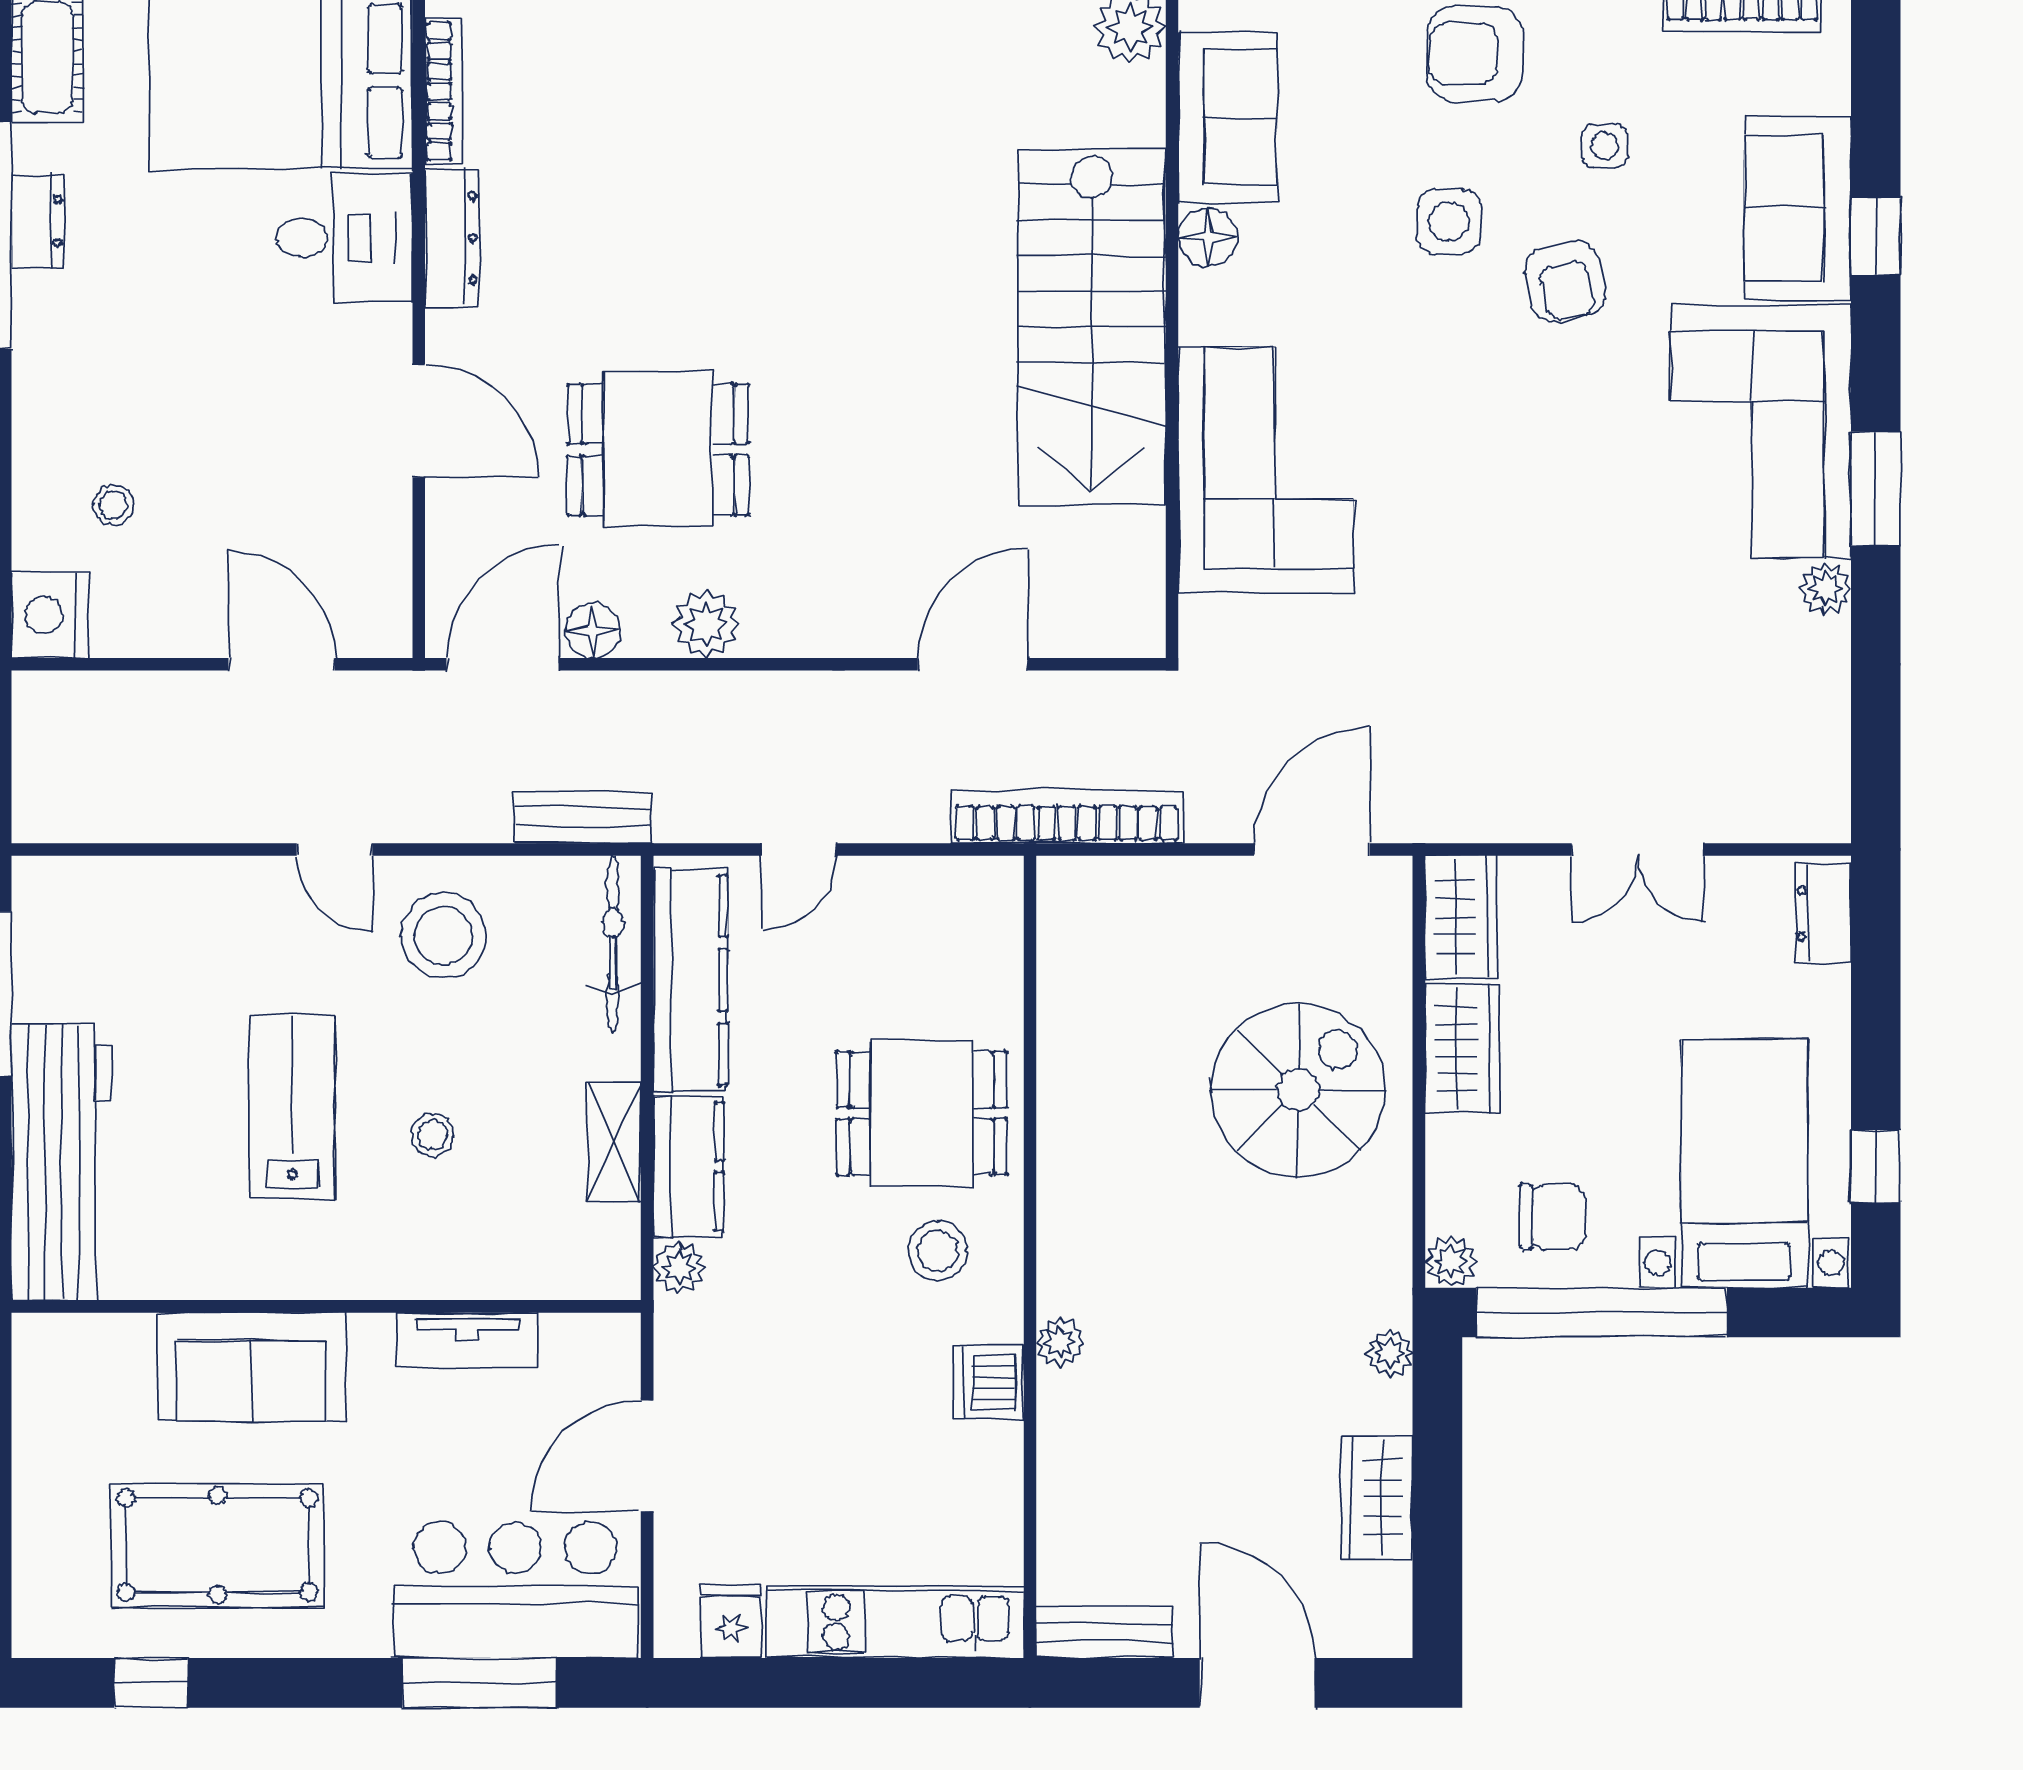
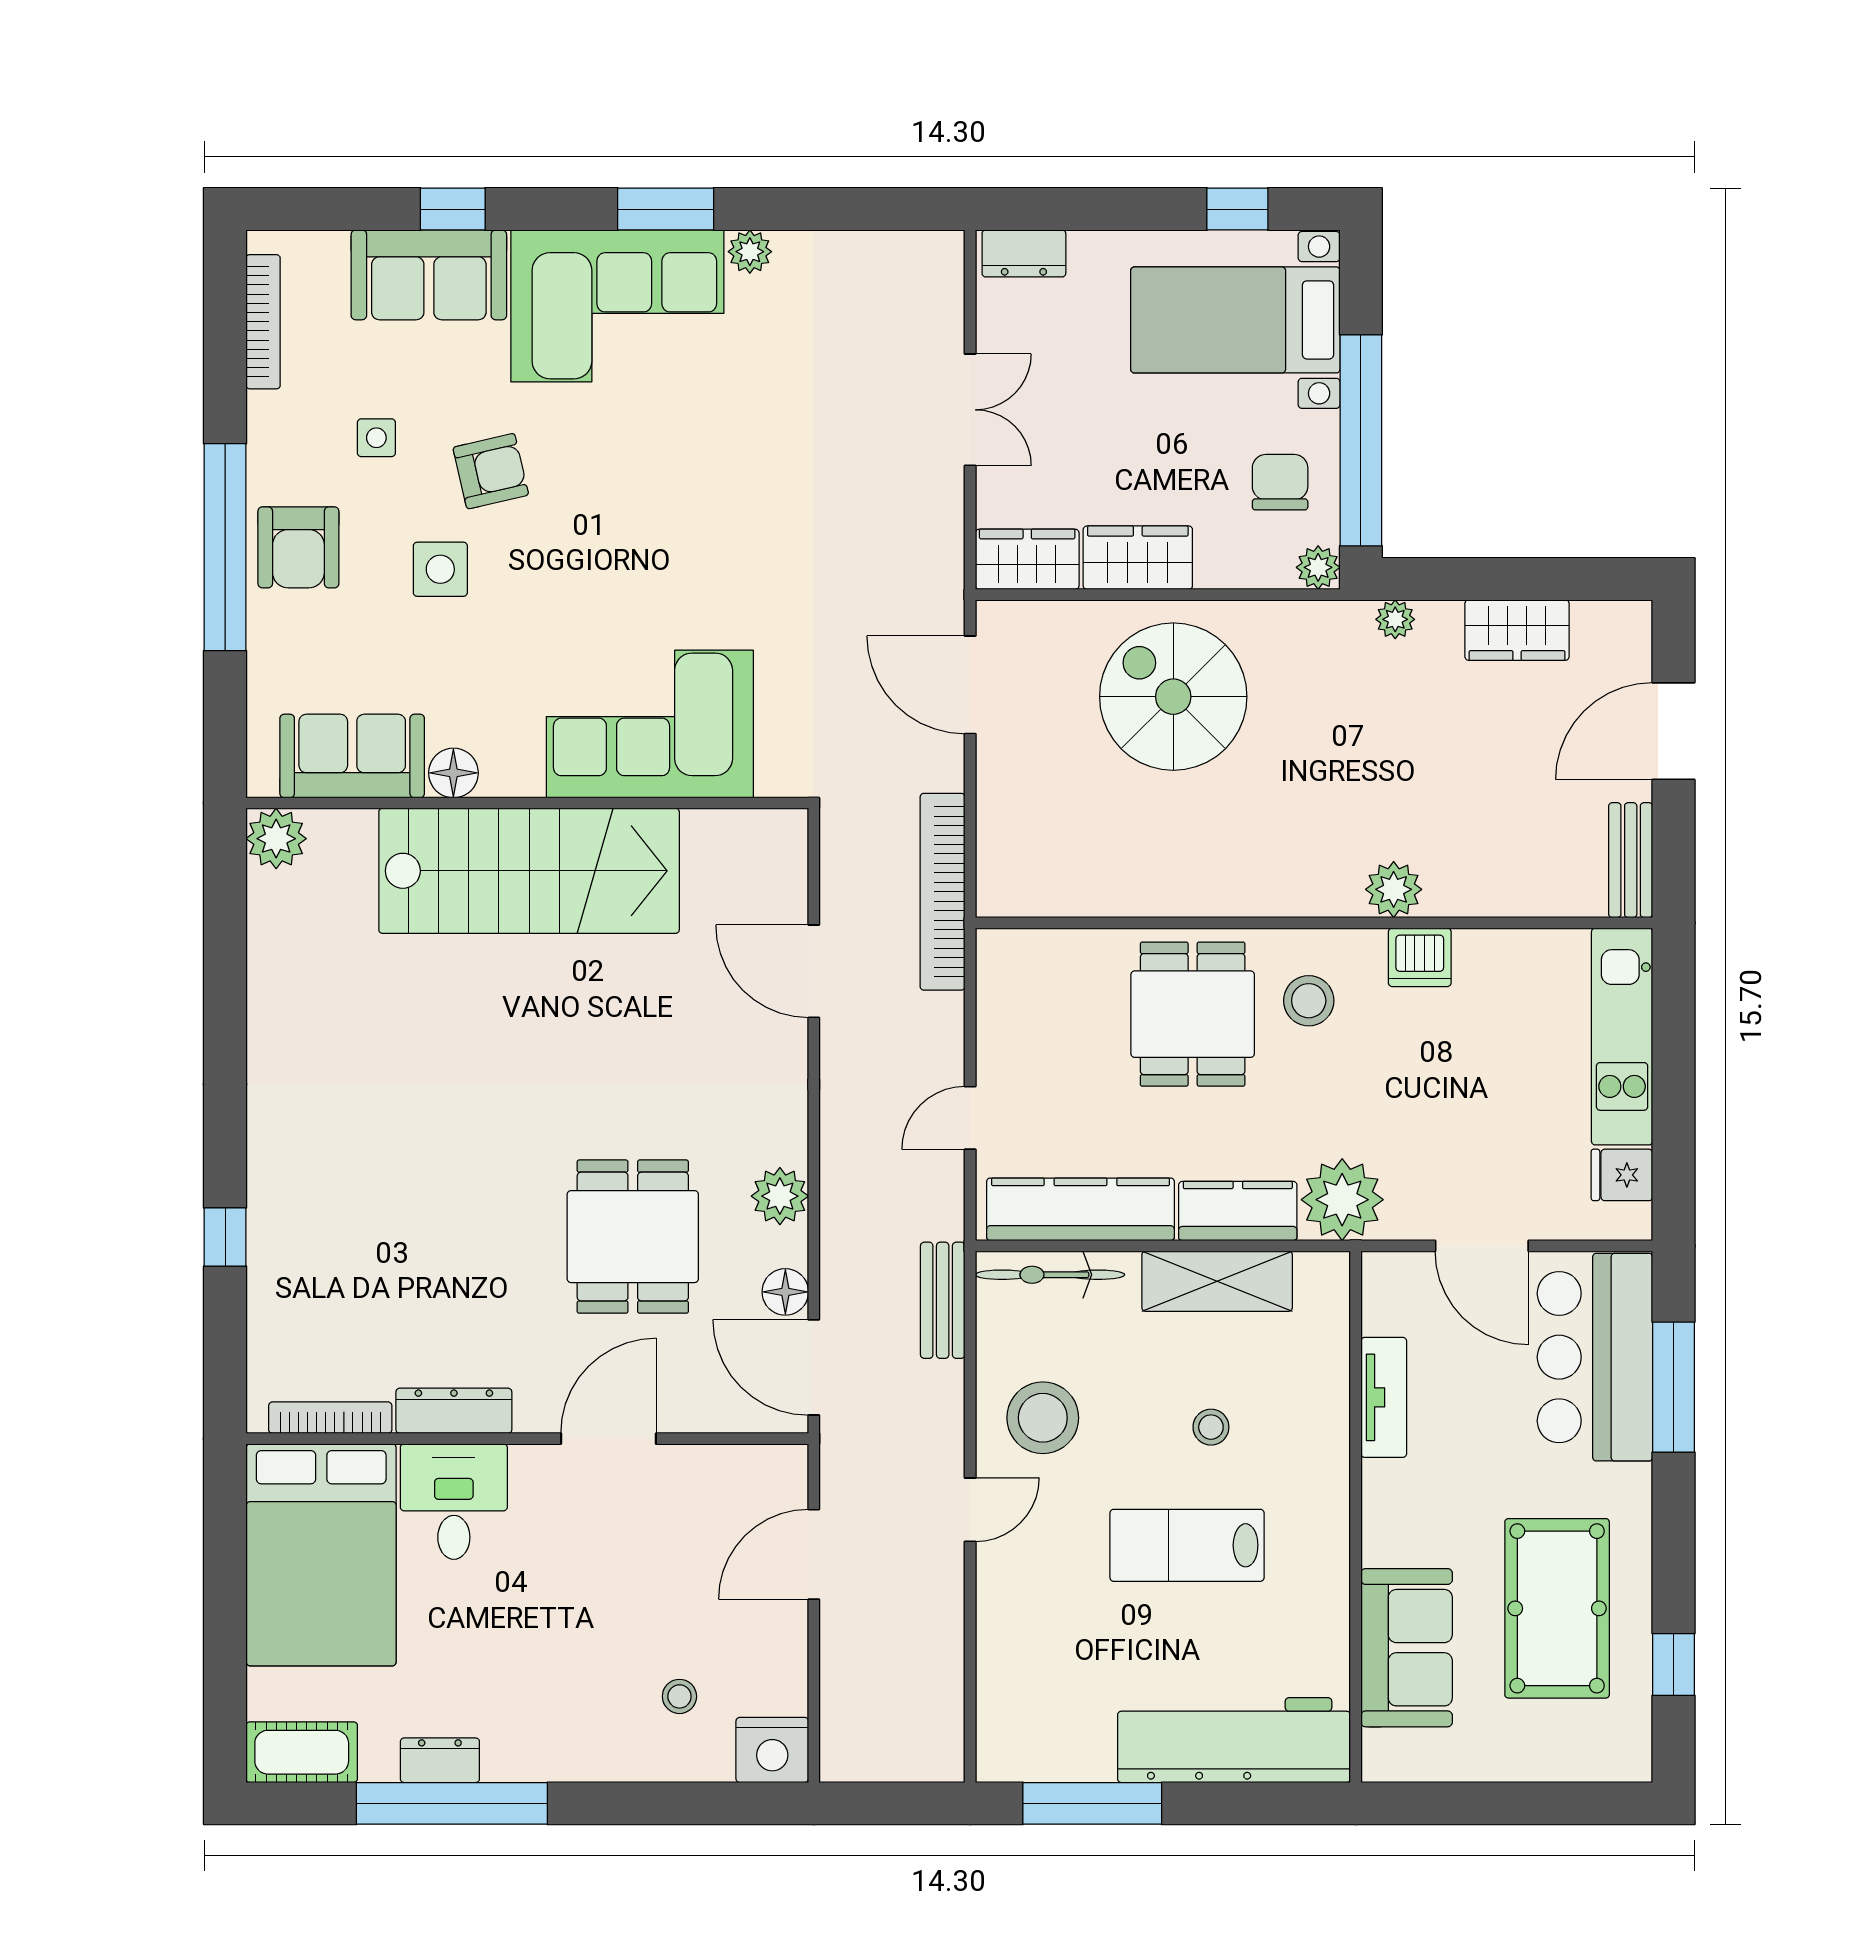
door: (799, 849) -> (970, 1118), swing flipped
shelving: (614, 1142) -> (1217, 1281), width x1.50, depth x1.33
plant: (679, 1268) -> (1342, 1200), width x1.88, depth x1.88
plant: (1060, 1342) -> (1394, 889), width x1.38, depth x1.38
sofa: (252, 1367) -> (1407, 1648), moved

